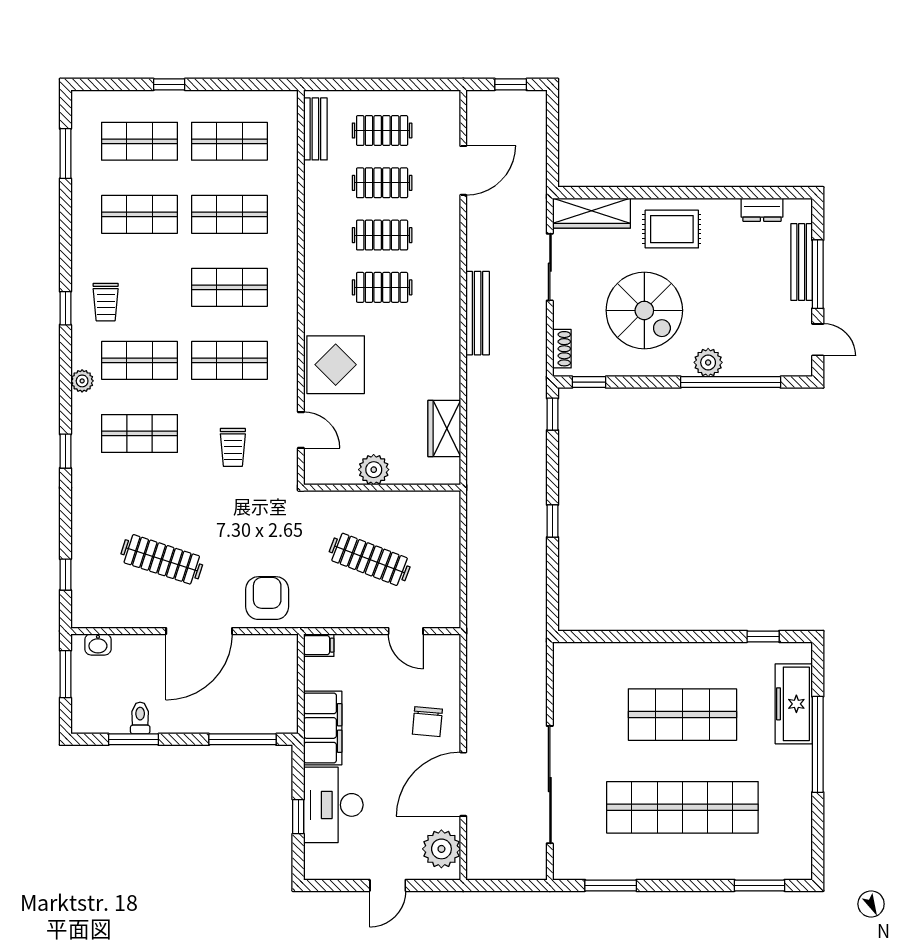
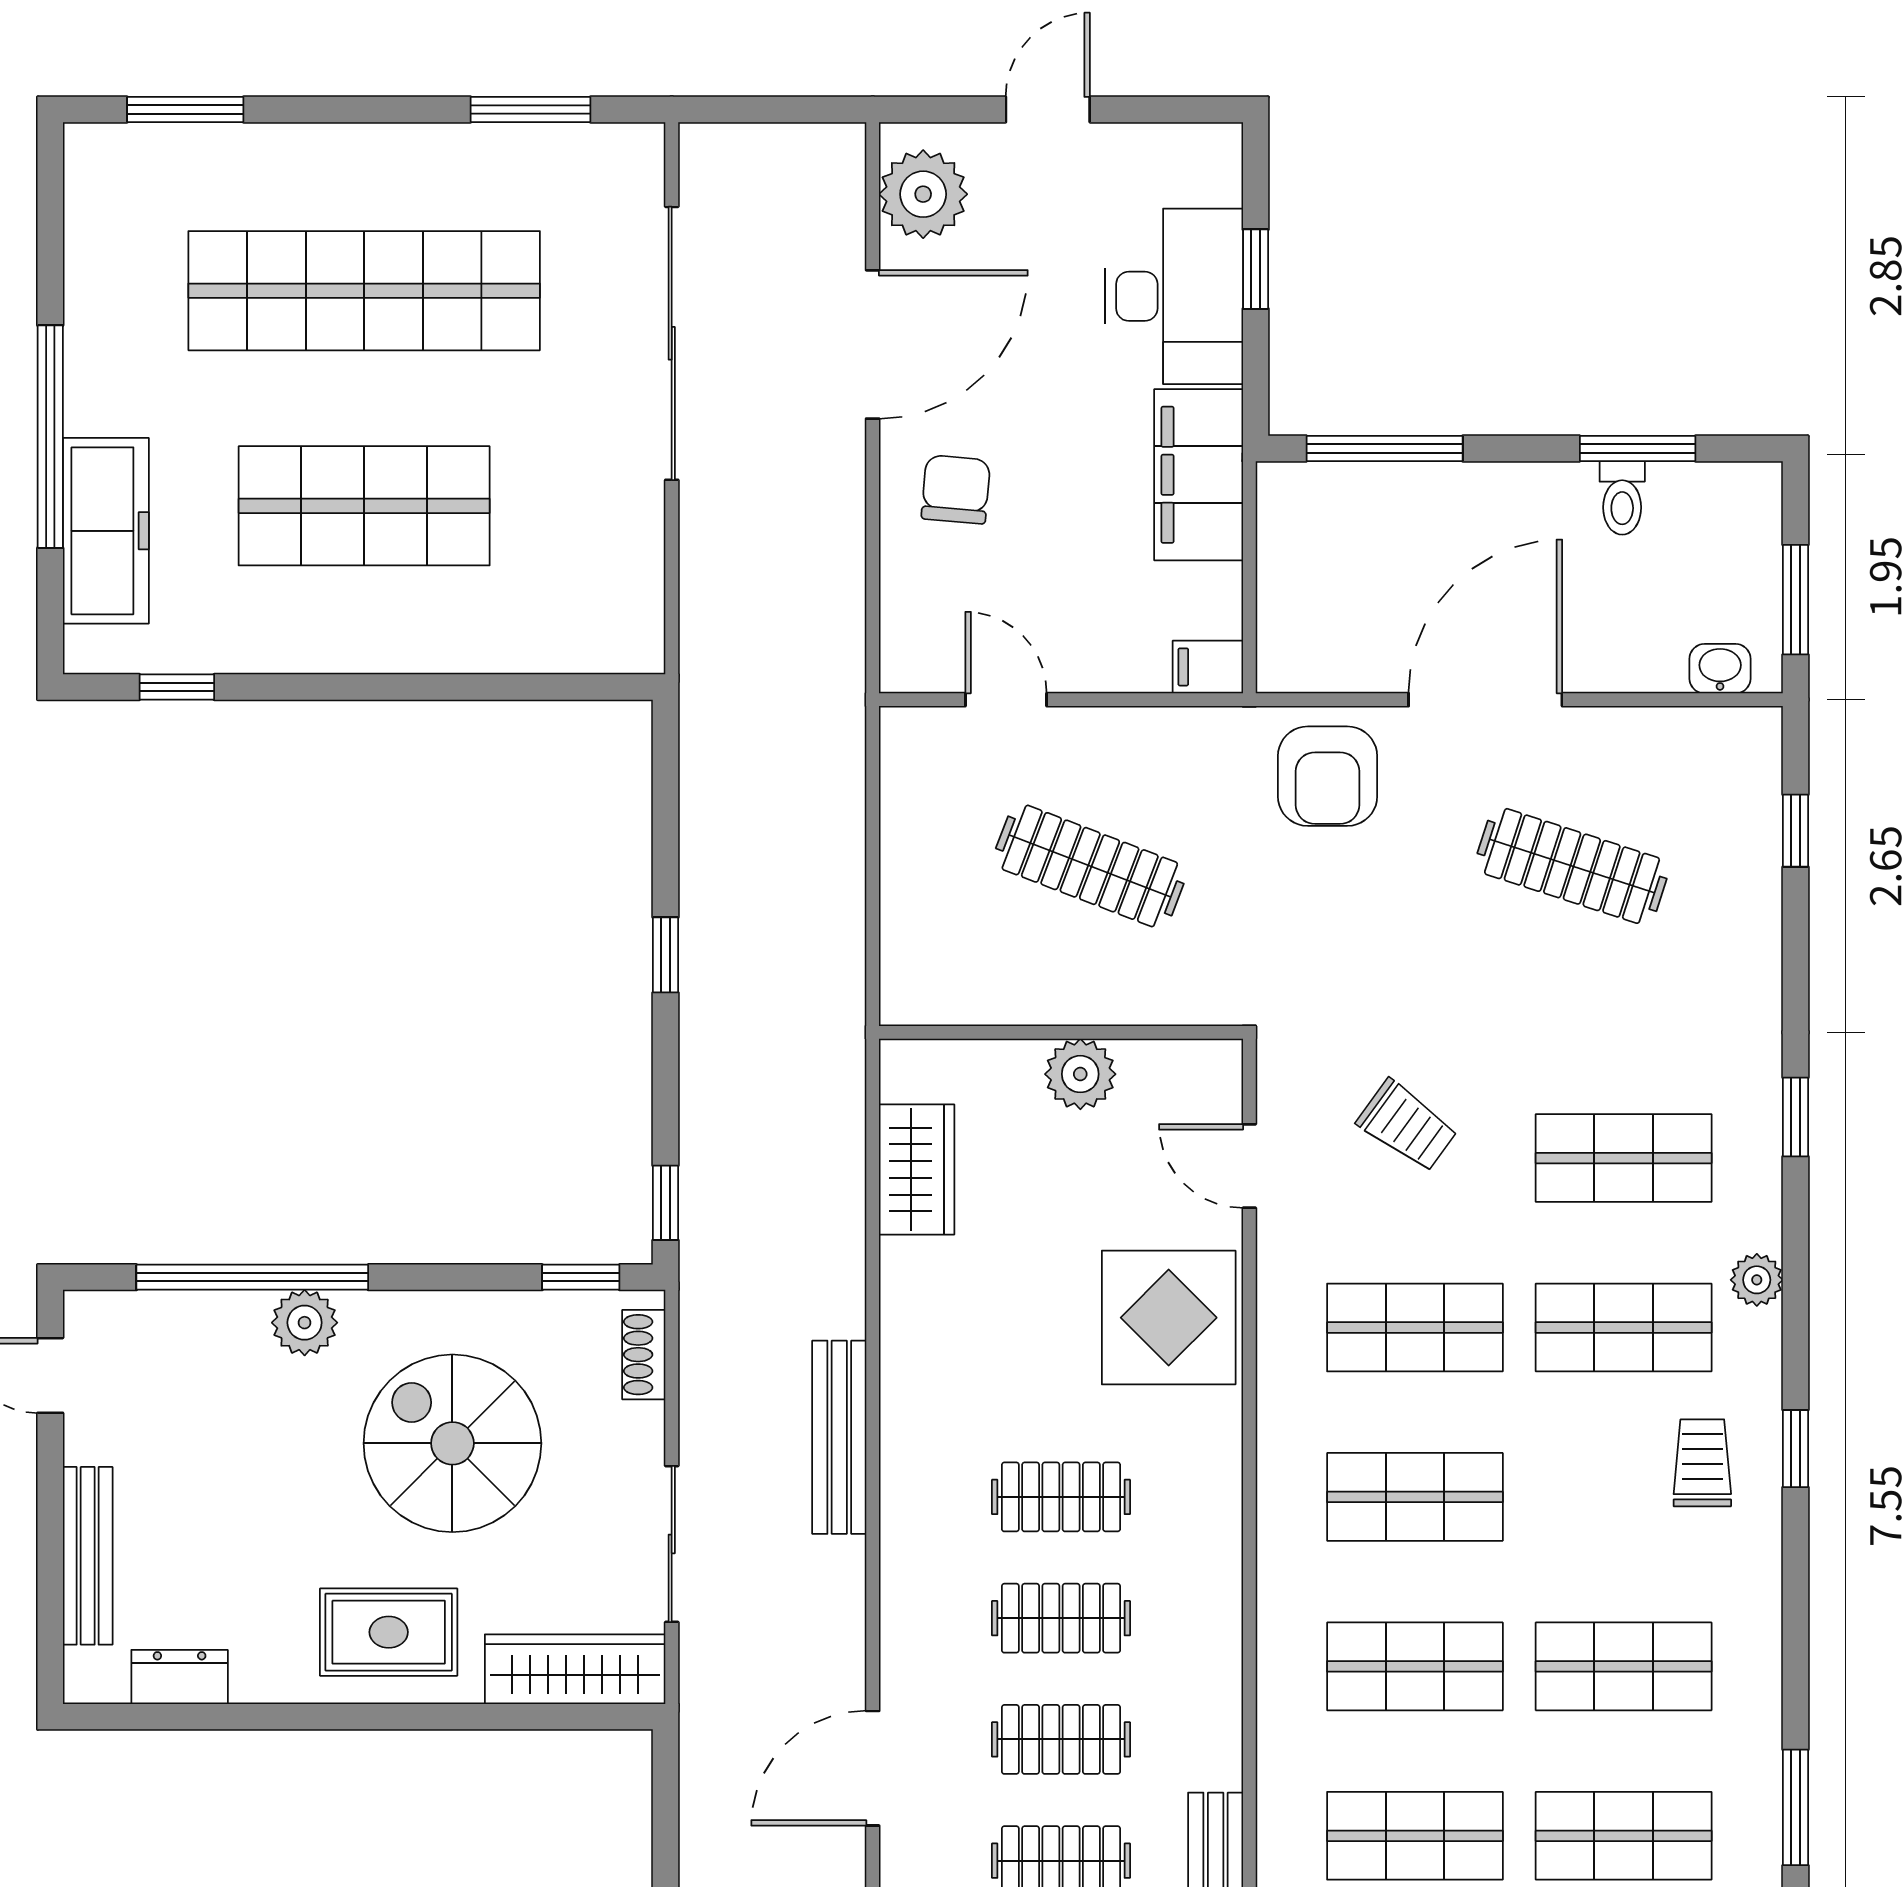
window: (818, 274) -> (50, 1528), removed
trolley: (233, 447) -> (1407, 1126), turned 126

